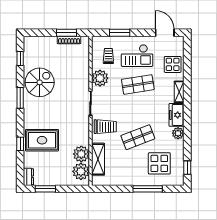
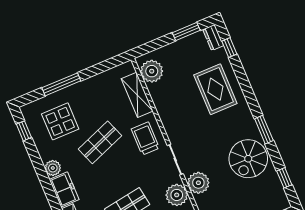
trolley: (105, 127) -> (145, 138), turned 90
rug: (42, 140) -> (215, 89), turned 90
window: (20, 144) -> (229, 48), moved
plant: (81, 154) -> (198, 183), moved

